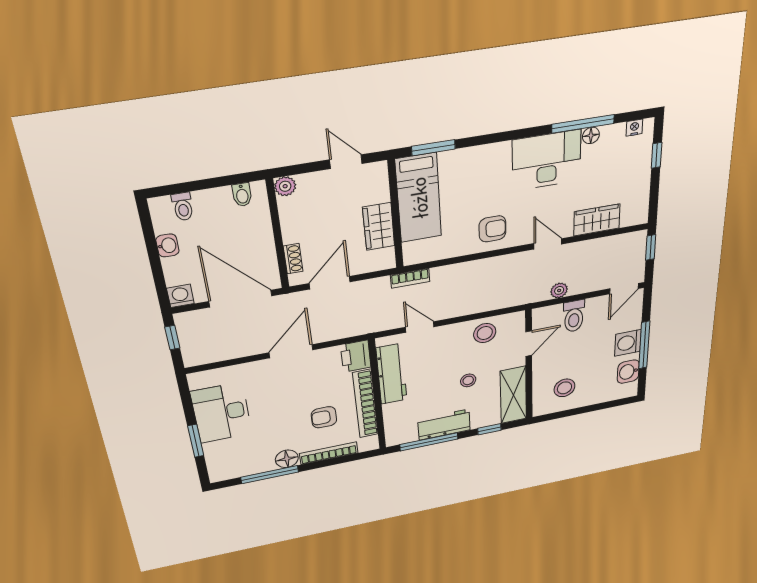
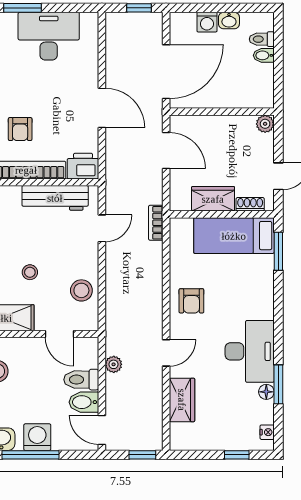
window: (583, 124) -> (278, 384), width x0.69
bidet: (242, 195) -> (264, 55), moved
shoe rack: (293, 259) -> (250, 204), moved, turned 180
washing machine: (180, 296) -> (207, 22), moved, turned 90
bidet: (596, 310) -> (84, 402), added
armchair: (324, 417) -> (20, 129), turned 180

